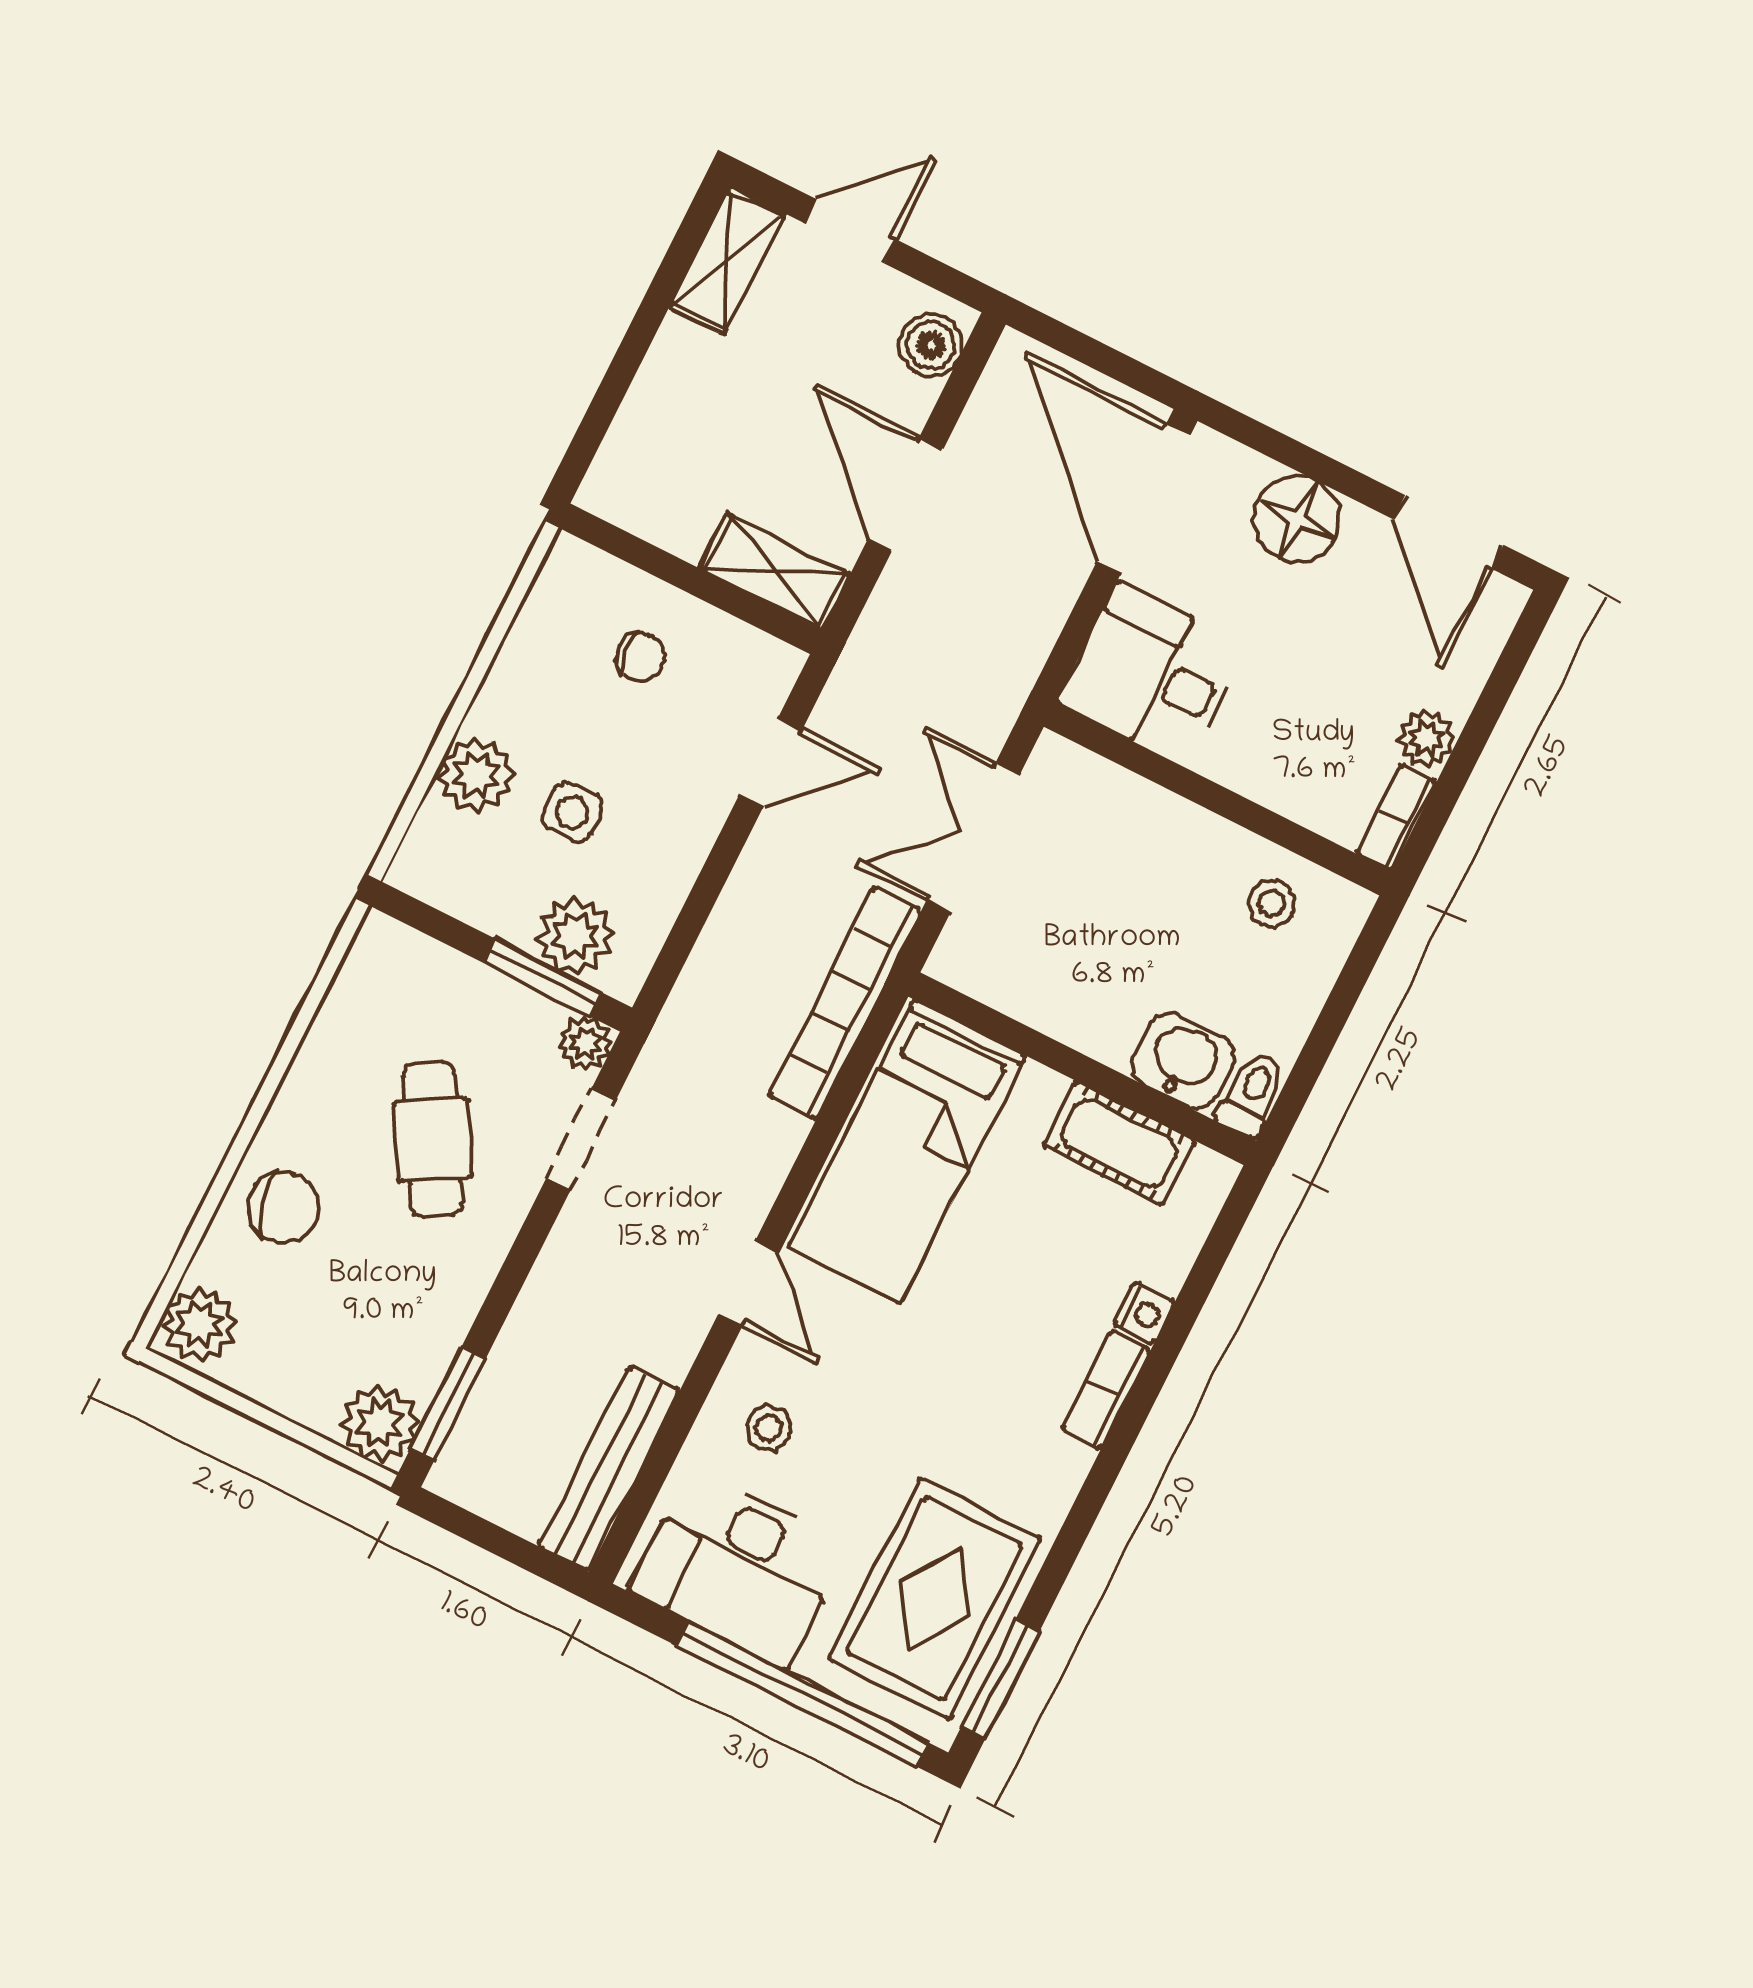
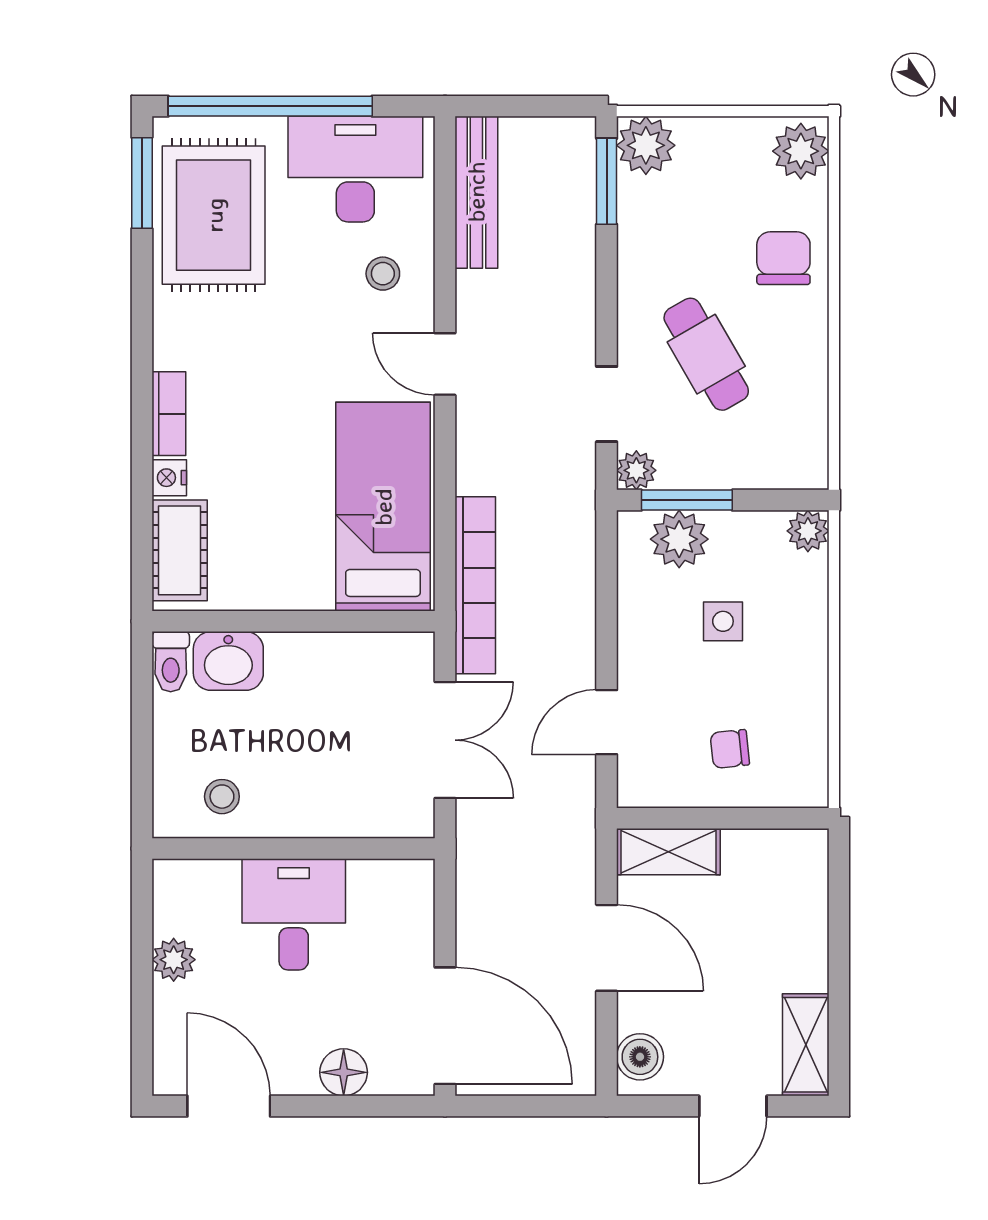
floor lamp: (1297, 519) -> (344, 1072), width x0.73, depth x0.73
desk: (1153, 675) -> (294, 914), moved, turned -90
plant: (476, 775) -> (808, 531), moved, width x0.73, depth x0.73
bookcase: (1396, 818) -> (167, 896), removed
cot: (1119, 1143) -> (180, 550), moved, turned 90
chair: (284, 1207) -> (783, 258), turned 106

